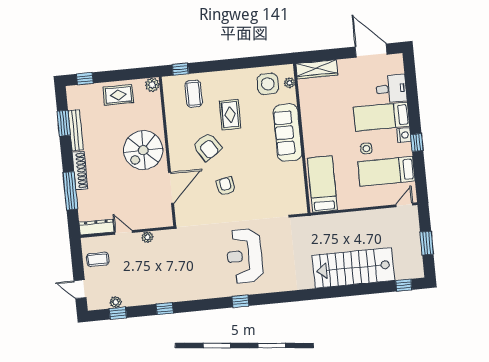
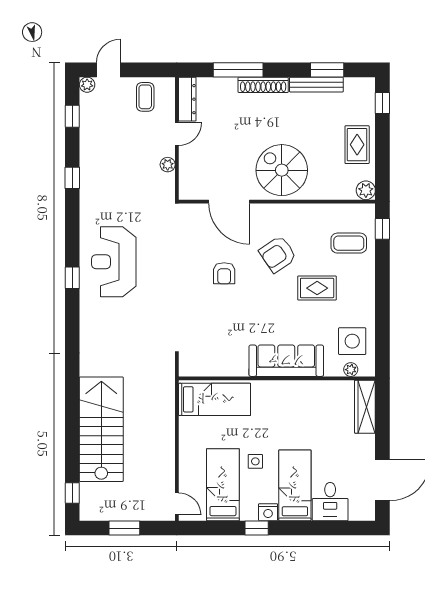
armchair: (226, 186) -> (224, 273), turned 100
reception desk: (245, 256) -> (114, 262), moved, turned -90
plant: (116, 302) -> (87, 85), moved

